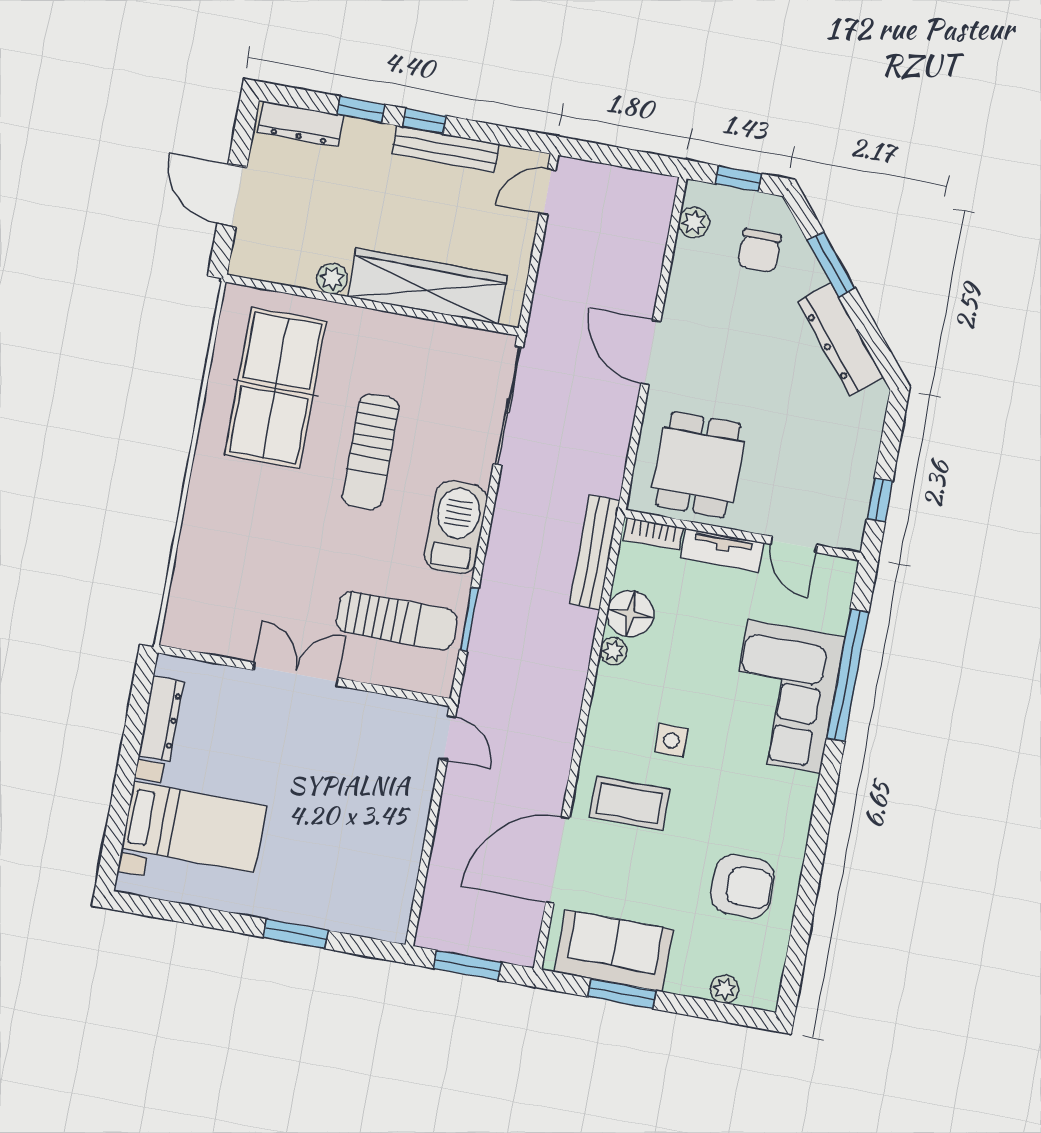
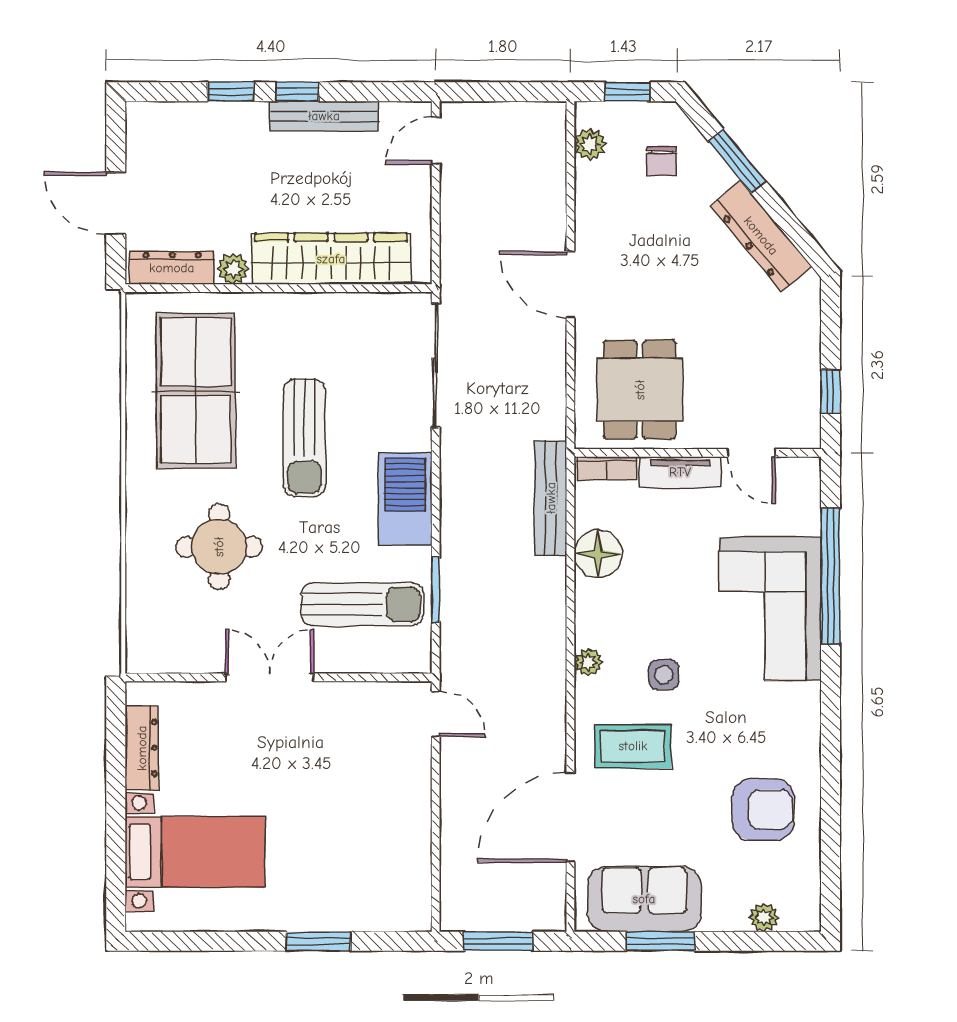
dresser: (301, 124) -> (172, 268), moved, turned 180
chair: (759, 251) -> (662, 161), width x0.73, depth x0.73
round table: (270, 541) -> (219, 547), added
plant: (613, 651) -> (588, 662), moved

